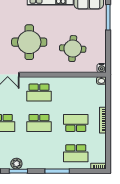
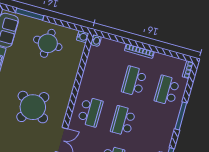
round table: (29, 42) -> (33, 107), turned 33
round table: (73, 49) -> (48, 43), moved
school desk: (39, 123) -> (123, 121), turned 180
school desk: (76, 153) -> (167, 90), turned 180

